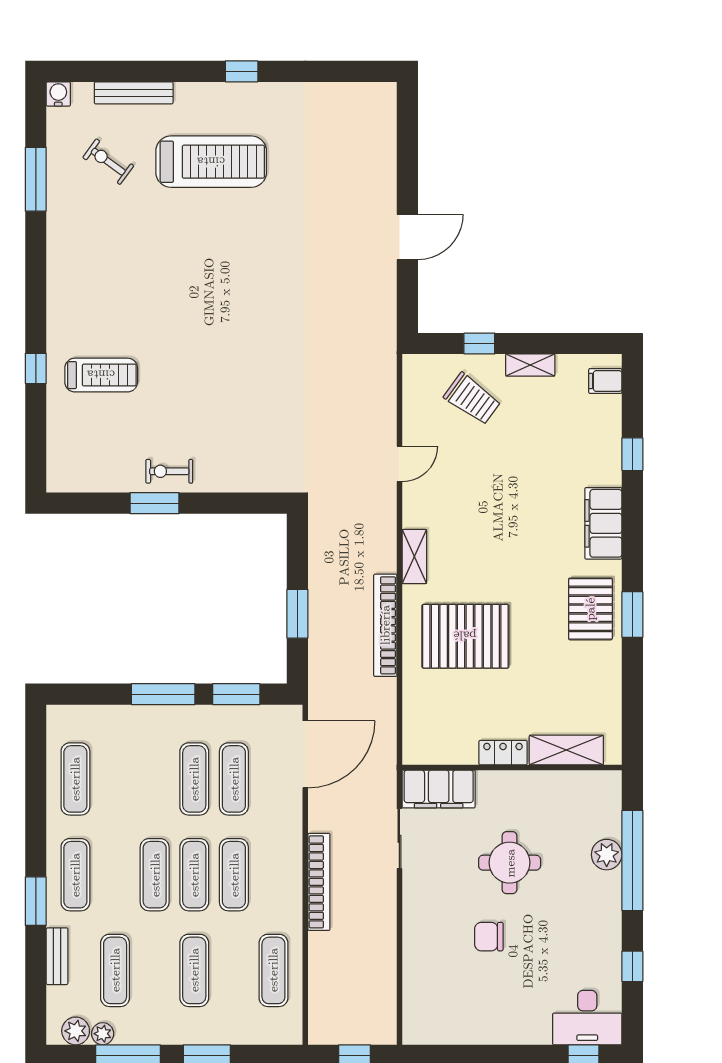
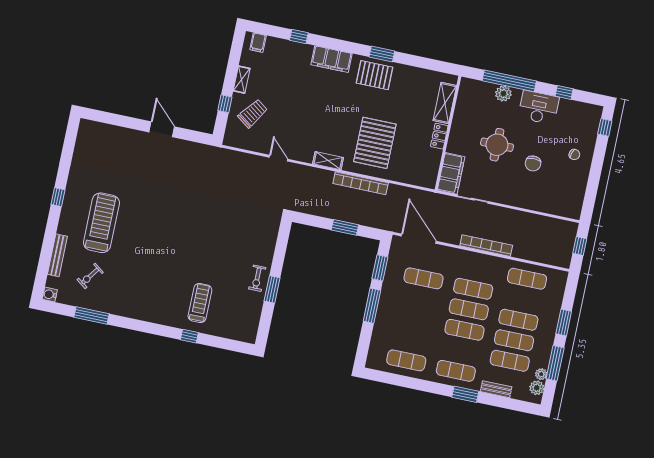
exercise mat: (194, 779) -> (514, 340), moved
chair: (522, 1010) -> (574, 154), added
desk: (587, 1018) -> (539, 107), moved, turned -90

